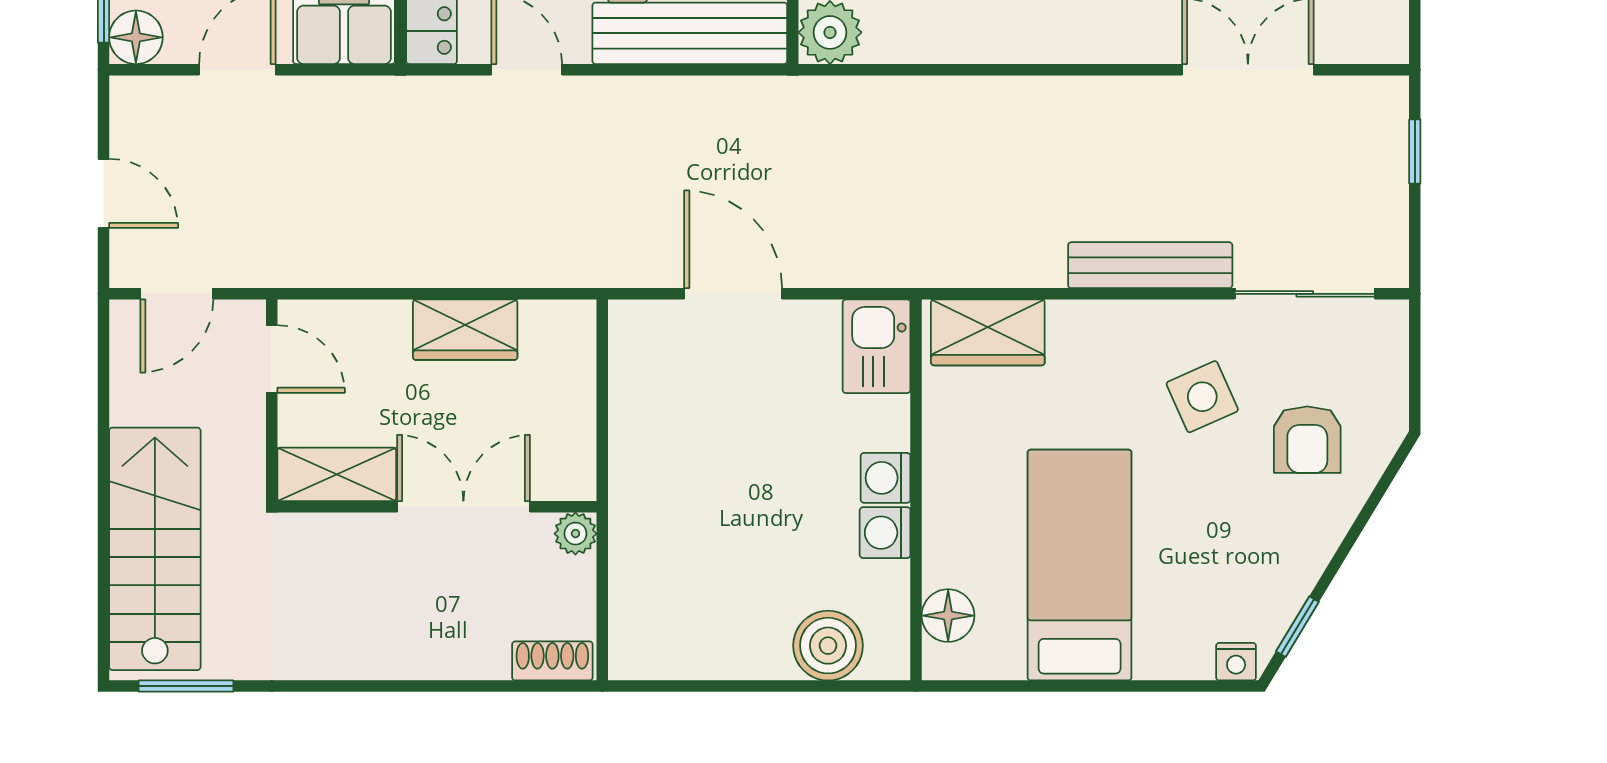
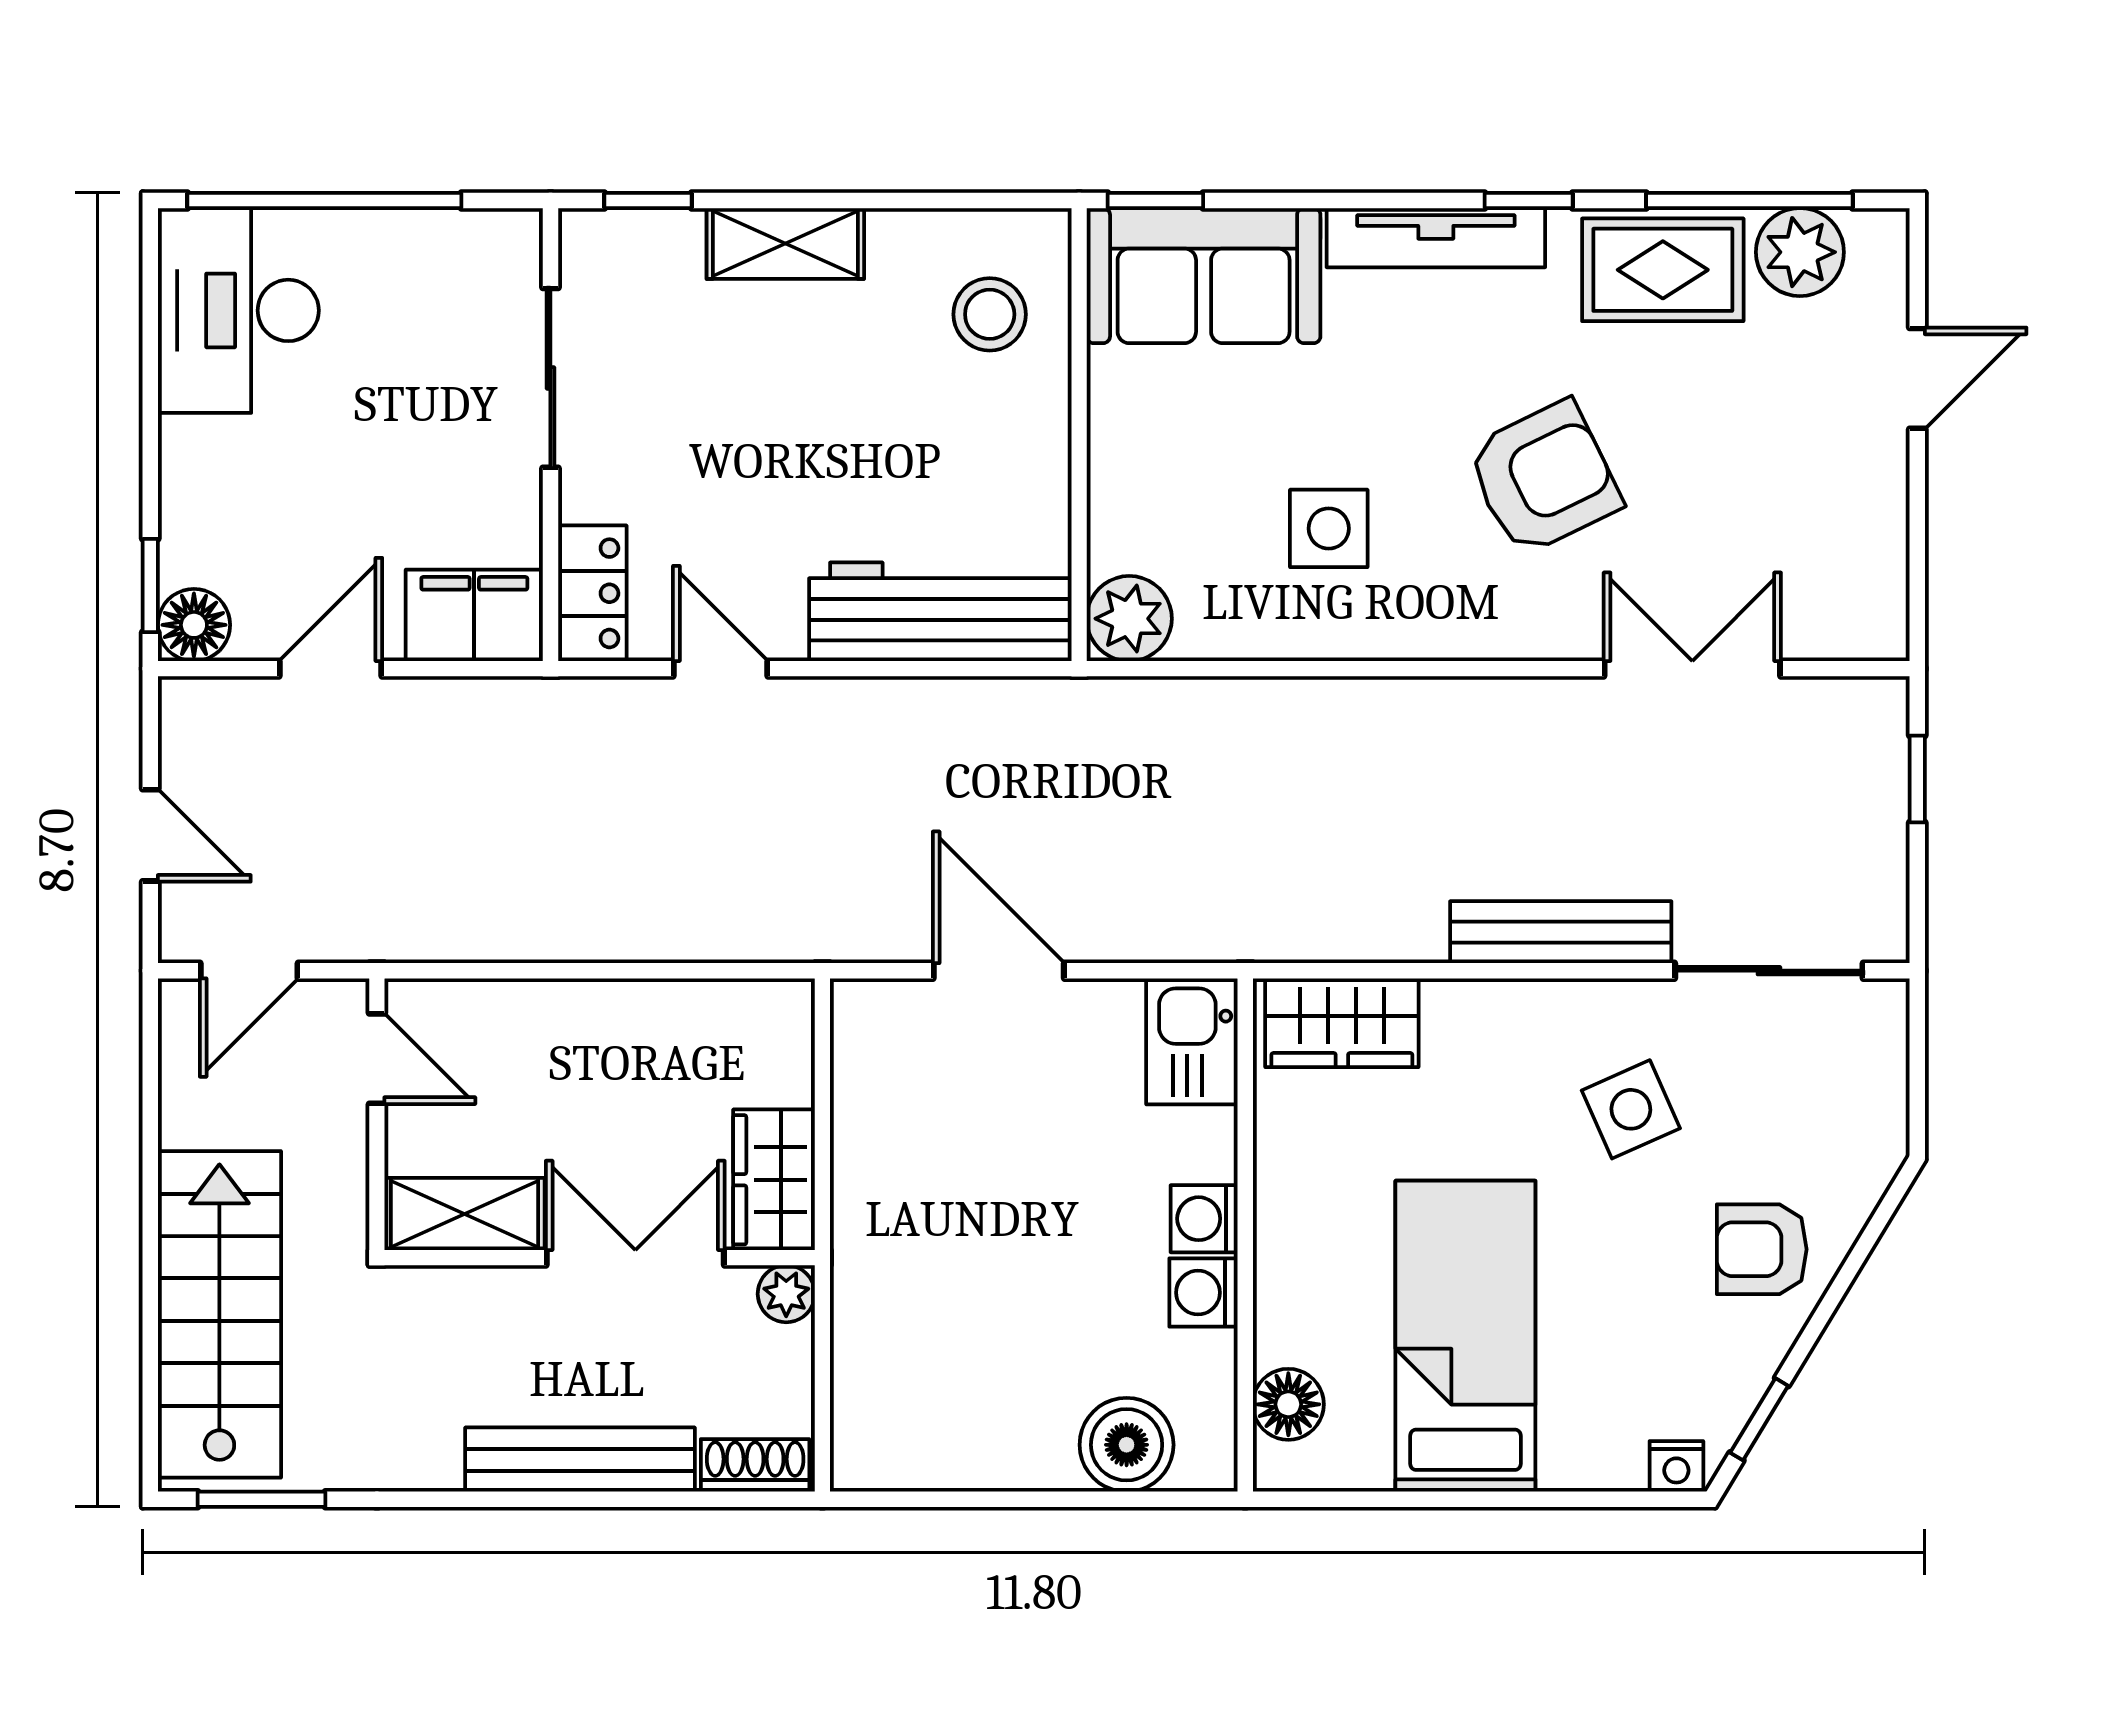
wardrobe: (465, 330) -> (774, 1180), moved, turned 90
armchair: (1307, 440) -> (1762, 1249), moved, turned 90
bench: (422, 657) -> (580, 1460), added

